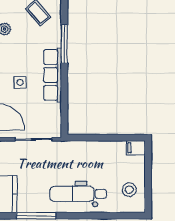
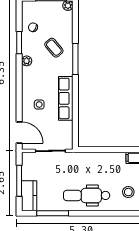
window: (64, 44) -> (75, 59), moved

